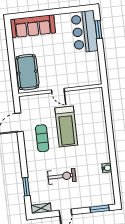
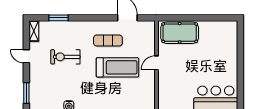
sofa: (33, 26) -> (228, 44), removed
treadmill: (66, 127) -> (117, 67), turned 180
exercise bike: (62, 176) -> (65, 57), turned 90

